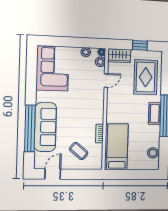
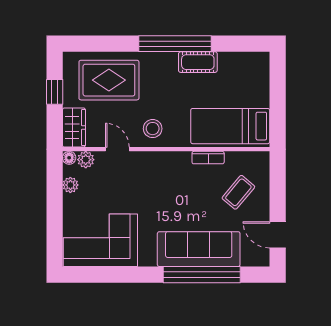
cot: (155, 114) -> (198, 62), moved
stool: (153, 153) -> (153, 129), moved

